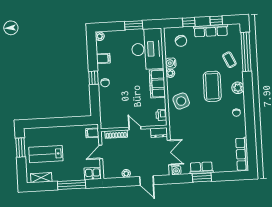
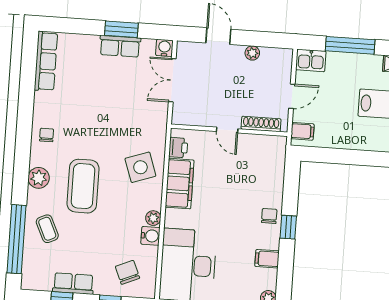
row of seats: (211, 31) -> (73, 284), width x0.68
filing cabinet: (157, 84) -> (180, 184), moved
dresser: (159, 133) -> (186, 117), removed

